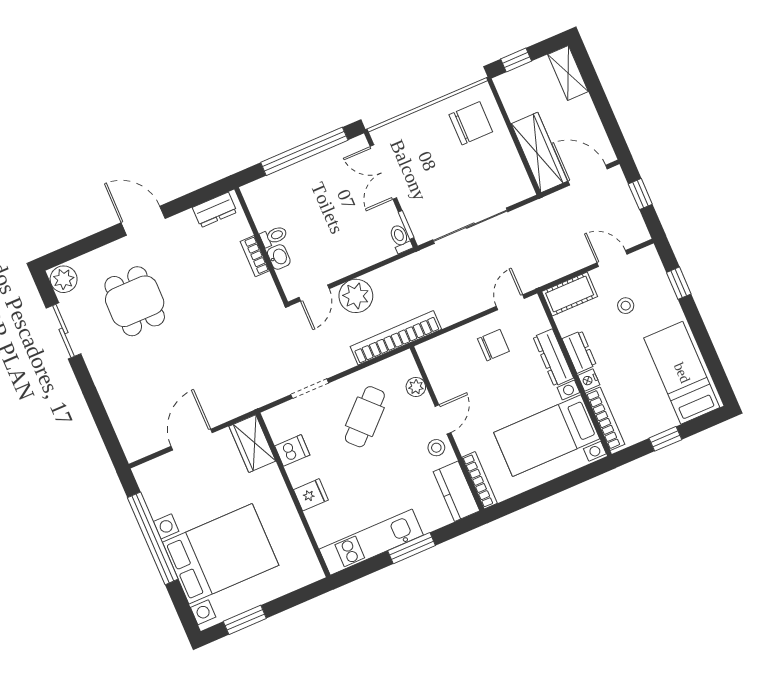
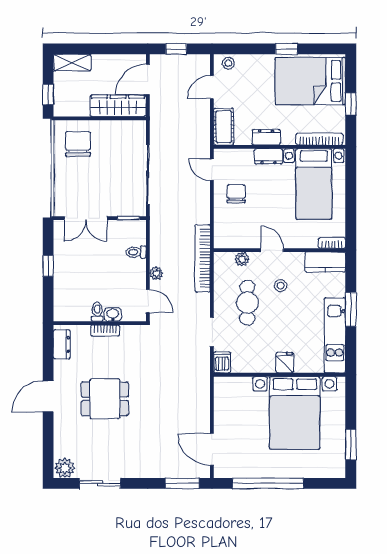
window: (304, 151) -> (48, 266), width x0.32
toilet: (400, 239) -> (136, 252), moved
window: (679, 283) -> (286, 49), moved
plant: (356, 296) -> (156, 273), width x0.53, depth x0.53
dining table: (135, 301) -> (105, 399), moved
stool: (626, 306) -> (228, 63), moved
dresser: (553, 358) -> (268, 156), width x0.70
bed: (682, 373) -> (310, 81), width x1.50
nightstand: (589, 380) -> (288, 139), removed
cafe table: (365, 417) -> (247, 303), turned 44
window: (107, 433) -> (182, 483), added
door: (192, 440) -> (212, 449), moved
wardrobe: (252, 444) -> (233, 387), removed
stool: (436, 448) -> (281, 286), moved
dishwasher: (292, 450) -> (222, 362), moved
bookcase: (480, 480) -> (332, 243), width x0.64
bed with nightstands: (221, 554) -> (295, 413), moved, turned 180

